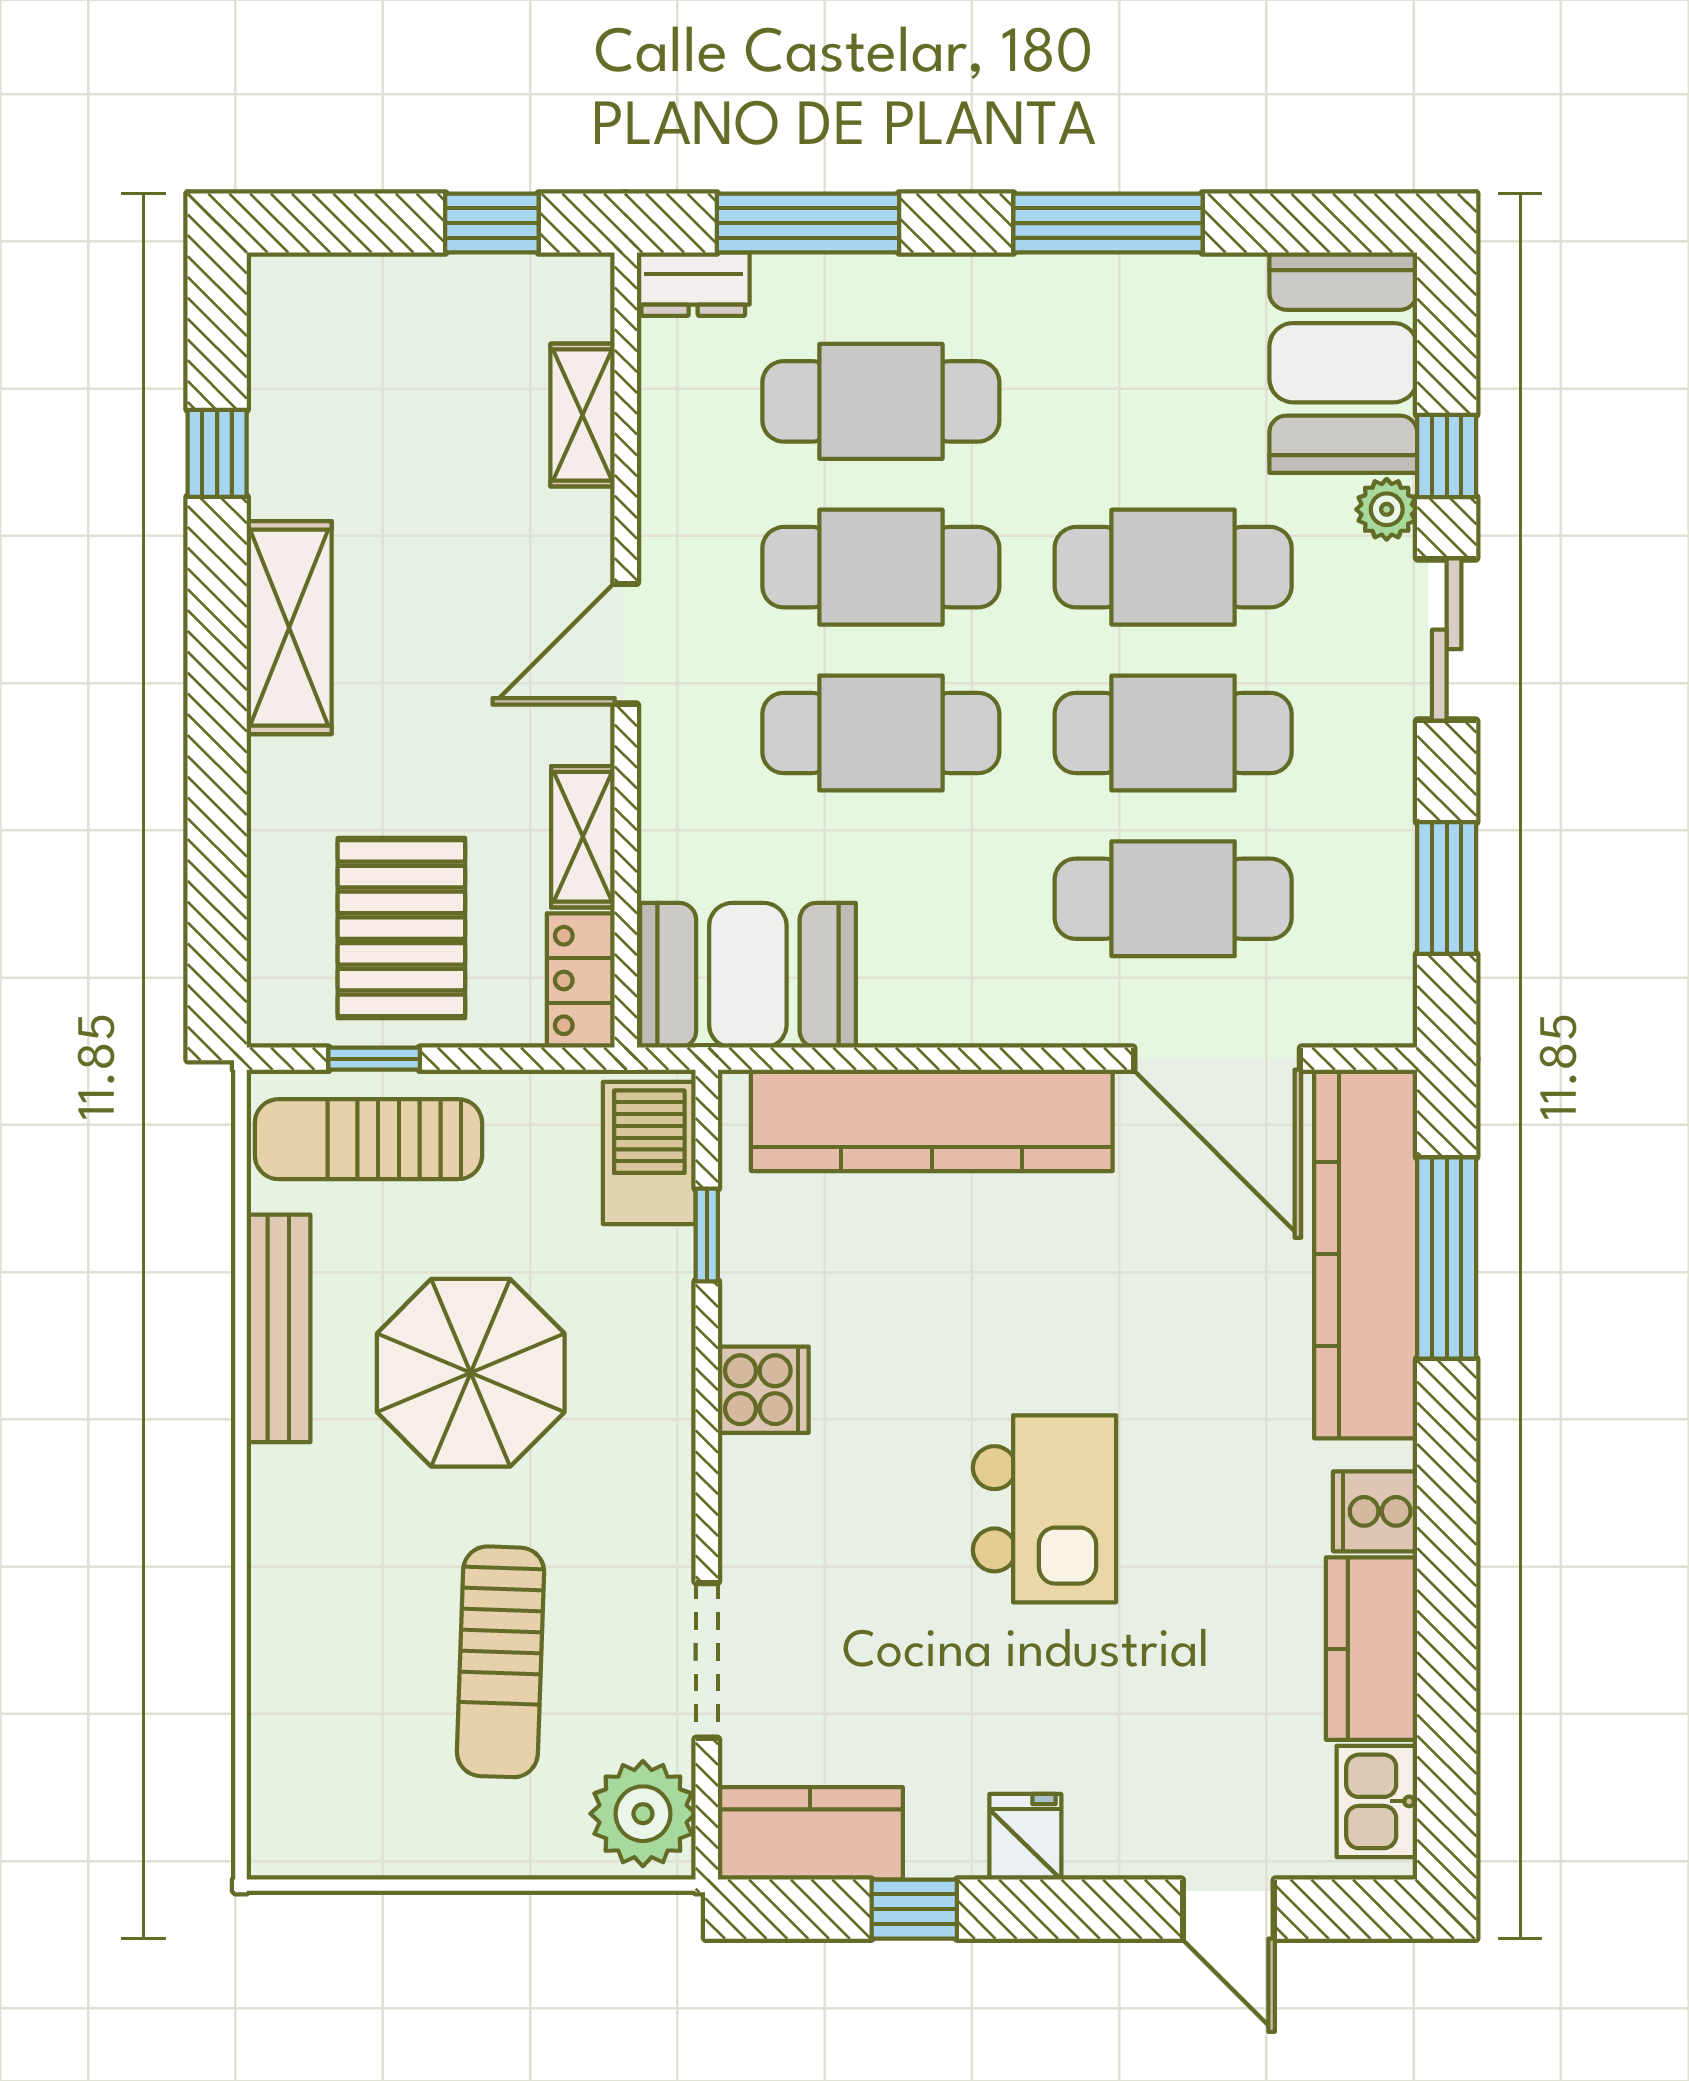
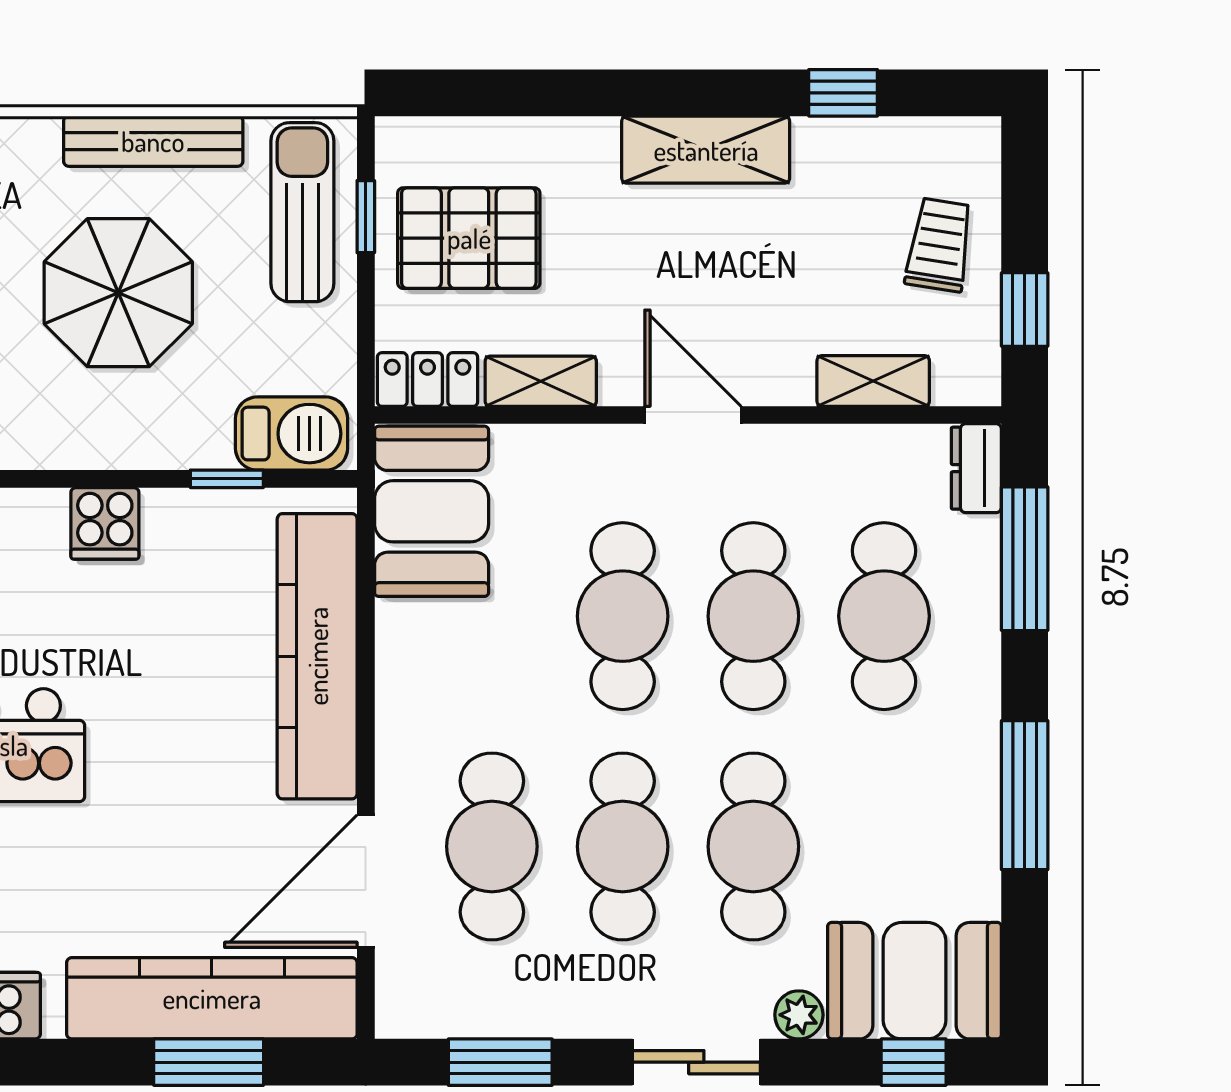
trolley: (410, 331) -> (939, 245), added
window: (1447, 456) -> (914, 1062), moved
window: (1447, 1258) -> (209, 1062), width x0.69

